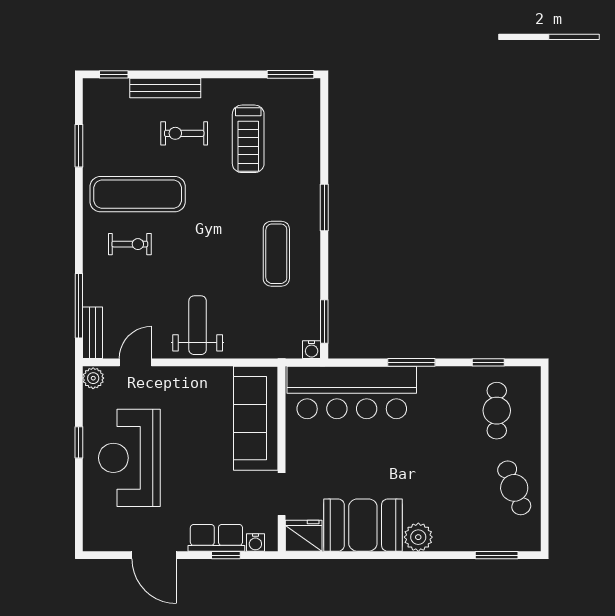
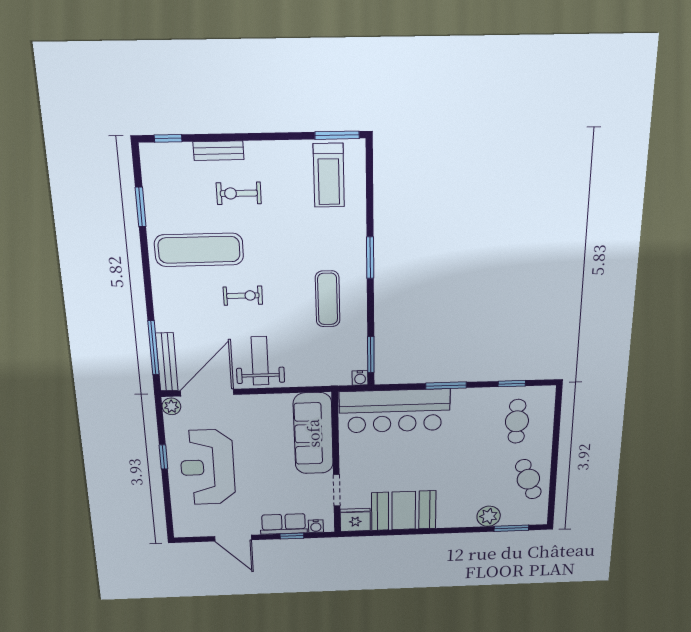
bench: (165, 88) -> (218, 151), width x0.73
treadmill: (248, 139) -> (329, 175), moved
exercise bike: (130, 244) -> (243, 296), moved
bench: (92, 333) -> (167, 362), width x1.36
door: (135, 362) -> (207, 393), width x1.88
plant: (418, 537) -> (489, 516), moved

